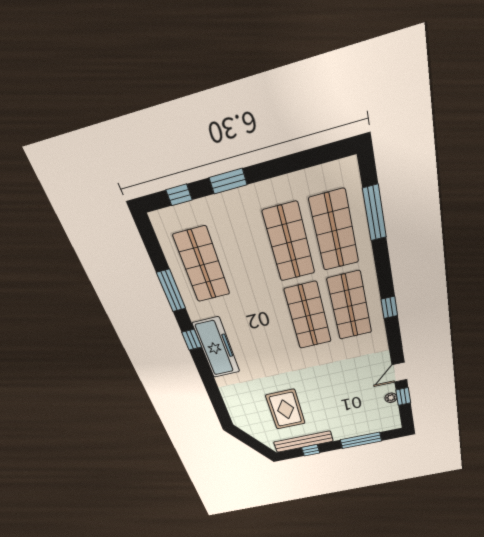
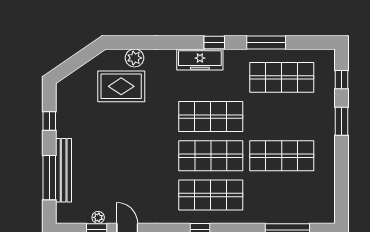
shop shelf: (334, 231) -> (211, 117), moved
freezer: (216, 348) -> (200, 60), width x0.73, depth x0.79
plant: (233, 402) -> (135, 58), added
rug: (286, 409) -> (121, 86), moved
bench: (303, 442) -> (64, 170), moved

